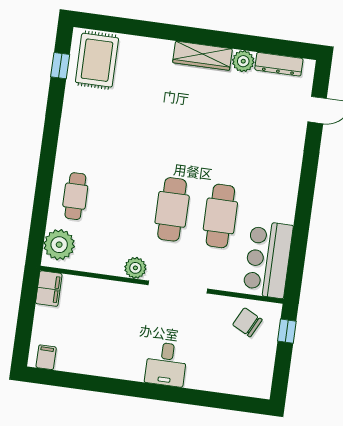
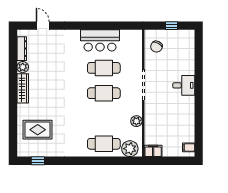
rug: (97, 60) -> (38, 130), moved
cafe table: (75, 196) -> (104, 144), width x1.37, depth x1.35
bar counter: (268, 259) -> (100, 40), moved
plant: (135, 268) -> (136, 121), moved
window: (287, 331) -> (171, 26), moved

